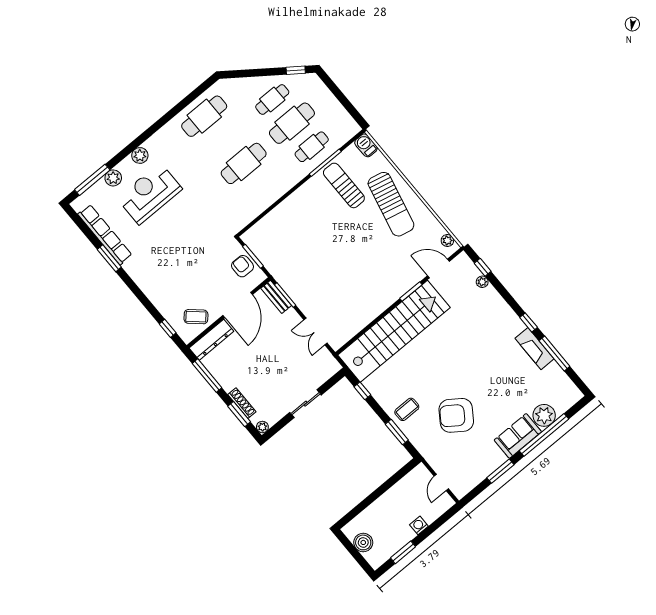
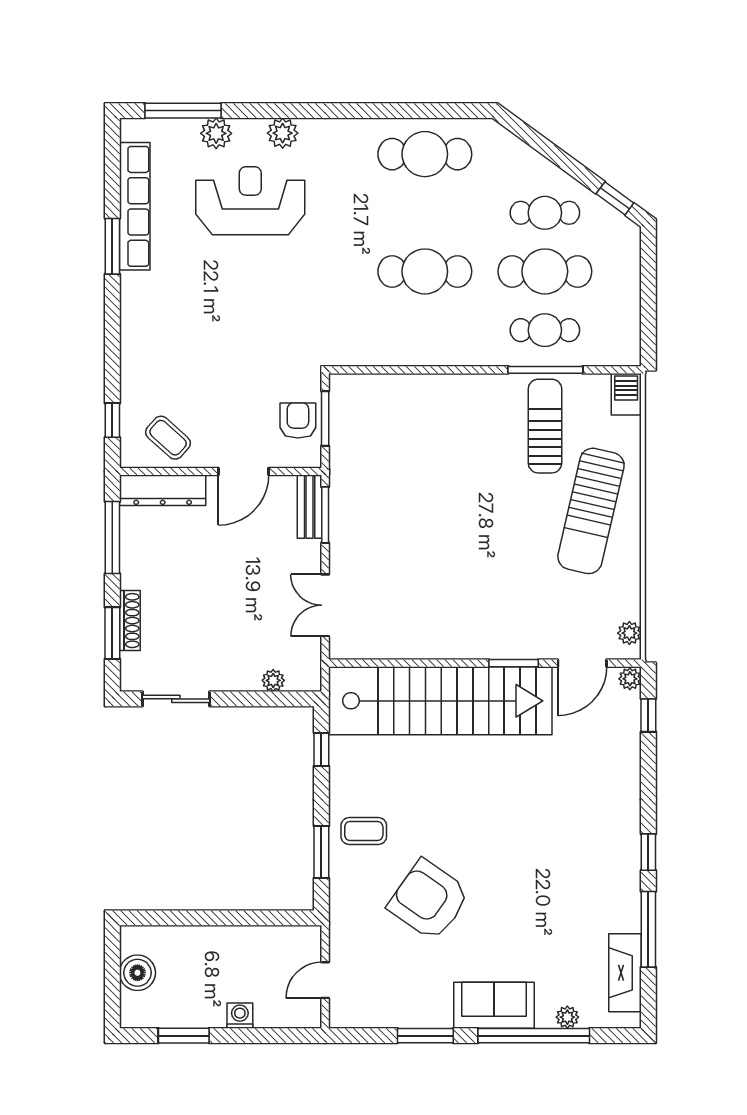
door: (438, 269) -> (582, 663), swing flipped
plant: (482, 282) -> (630, 679), moved
door: (238, 305) -> (243, 472), width x0.73
fireplace: (534, 349) -> (625, 973), moved
sliding door: (305, 404) -> (176, 699), moved
plant: (544, 415) -> (567, 1017), width x0.53, depth x0.53
plant: (262, 427) -> (273, 680), moved

